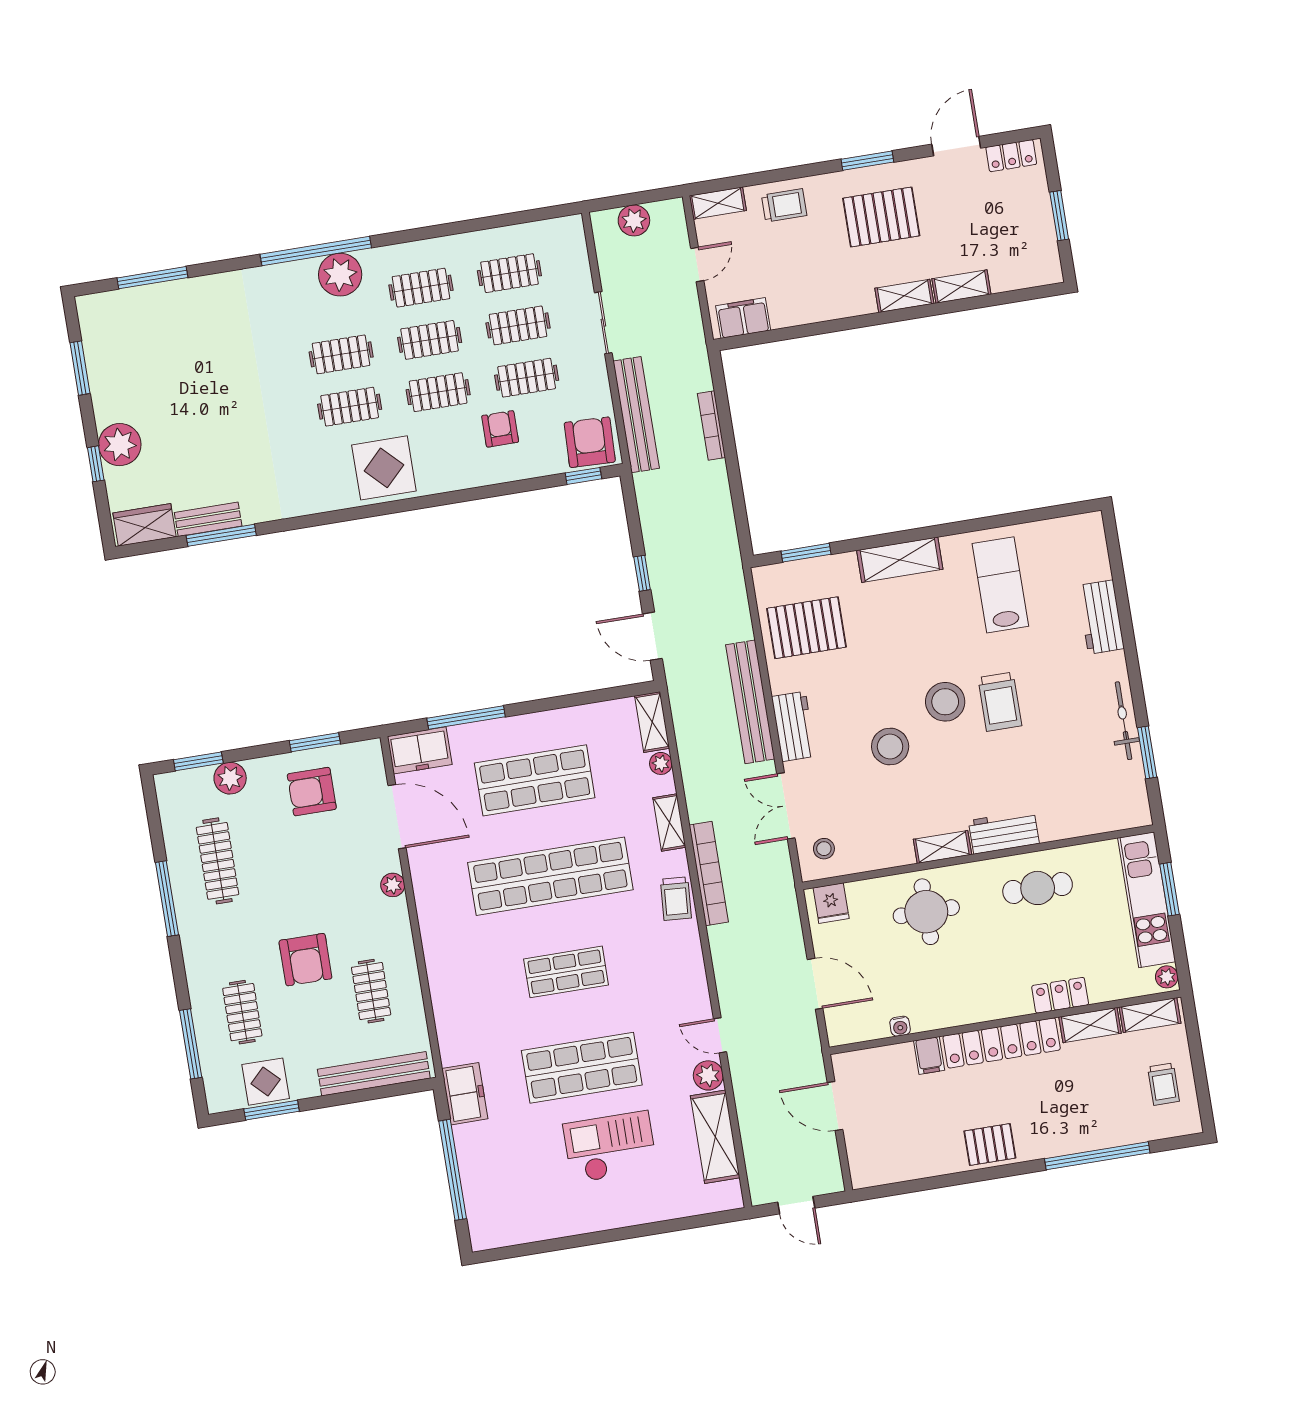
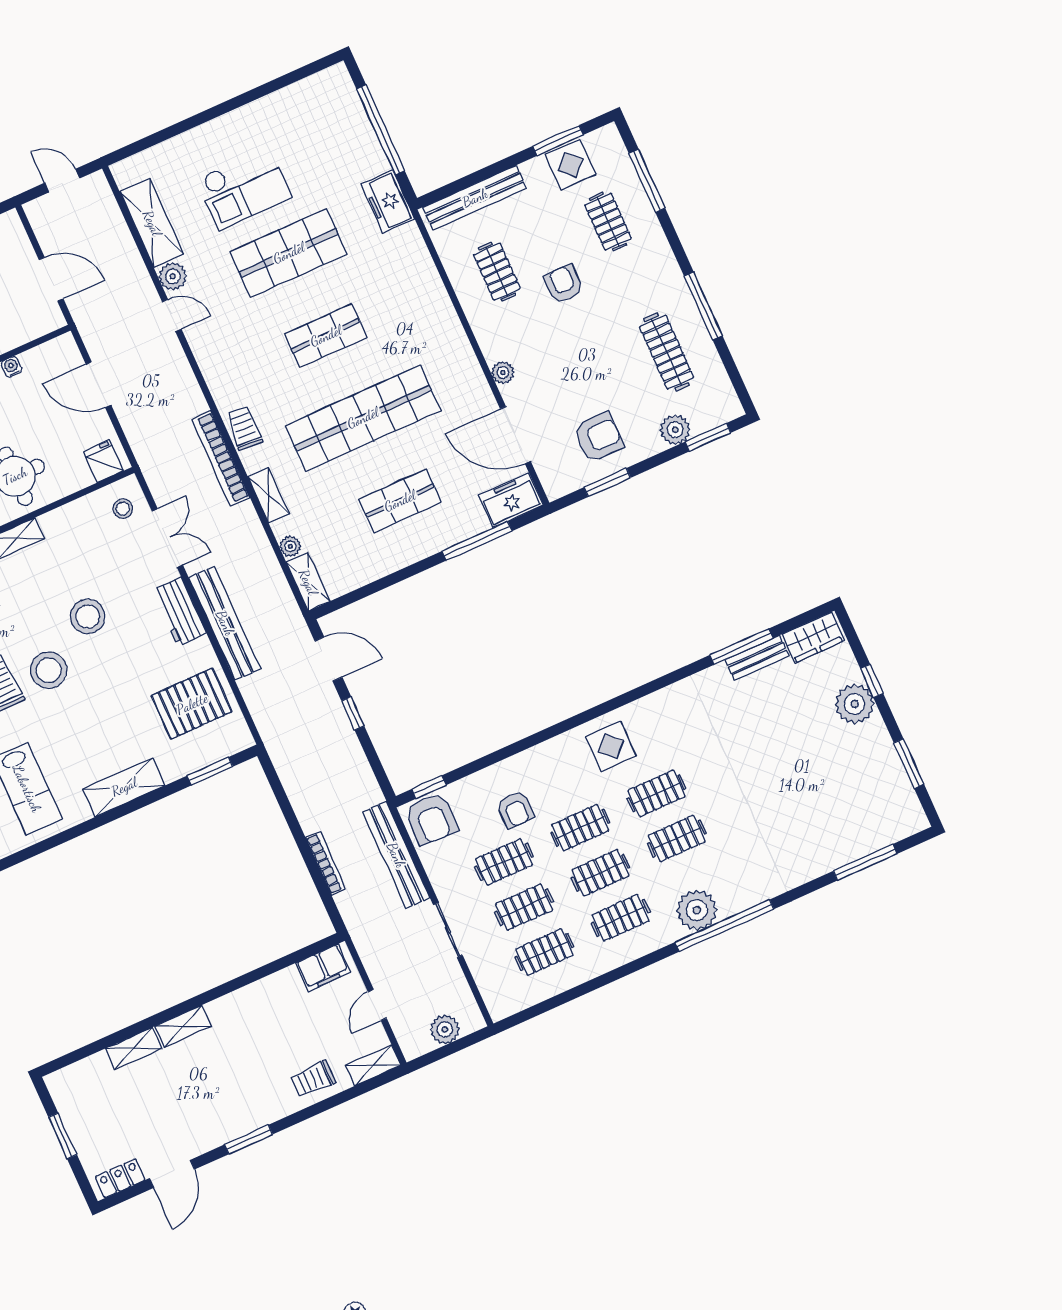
pallet: (881, 217) -> (223, 1092), removed
display table: (384, 468) -> (611, 746), width x0.73, depth x0.73
shop shelf: (535, 780) -> (400, 501), width x0.70, depth x0.74
armchair: (305, 960) -> (564, 284), width x0.72, depth x0.72

